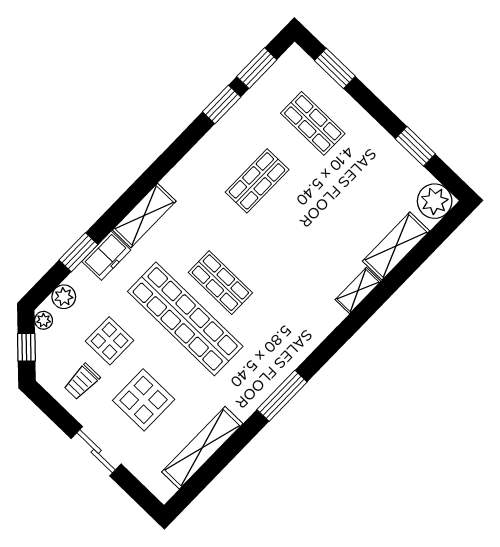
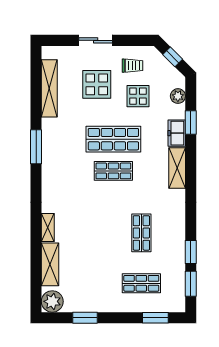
shop shelf: (185, 319) -> (113, 139), width x0.71
plant: (44, 320) -> (177, 77), removed
trolley: (82, 382) -> (133, 66), turned 90

